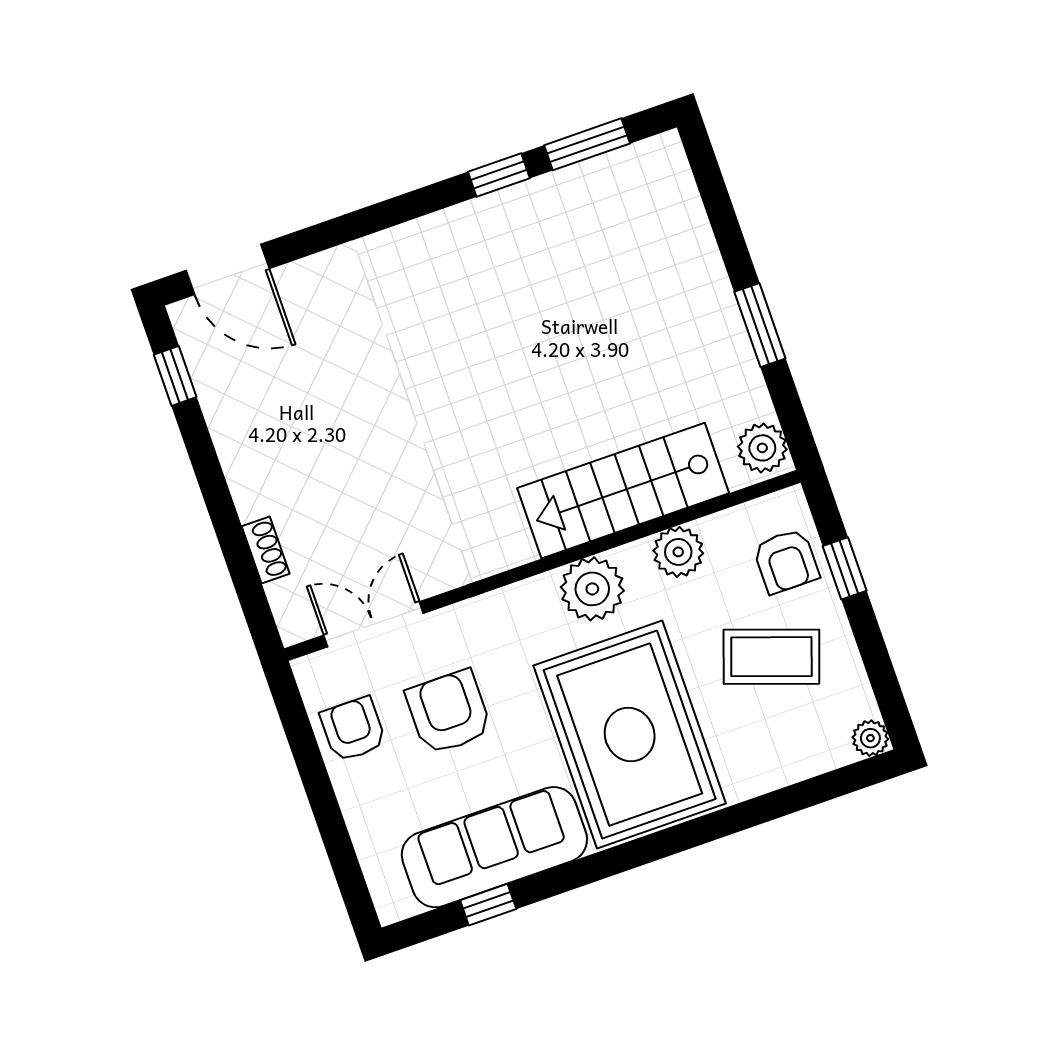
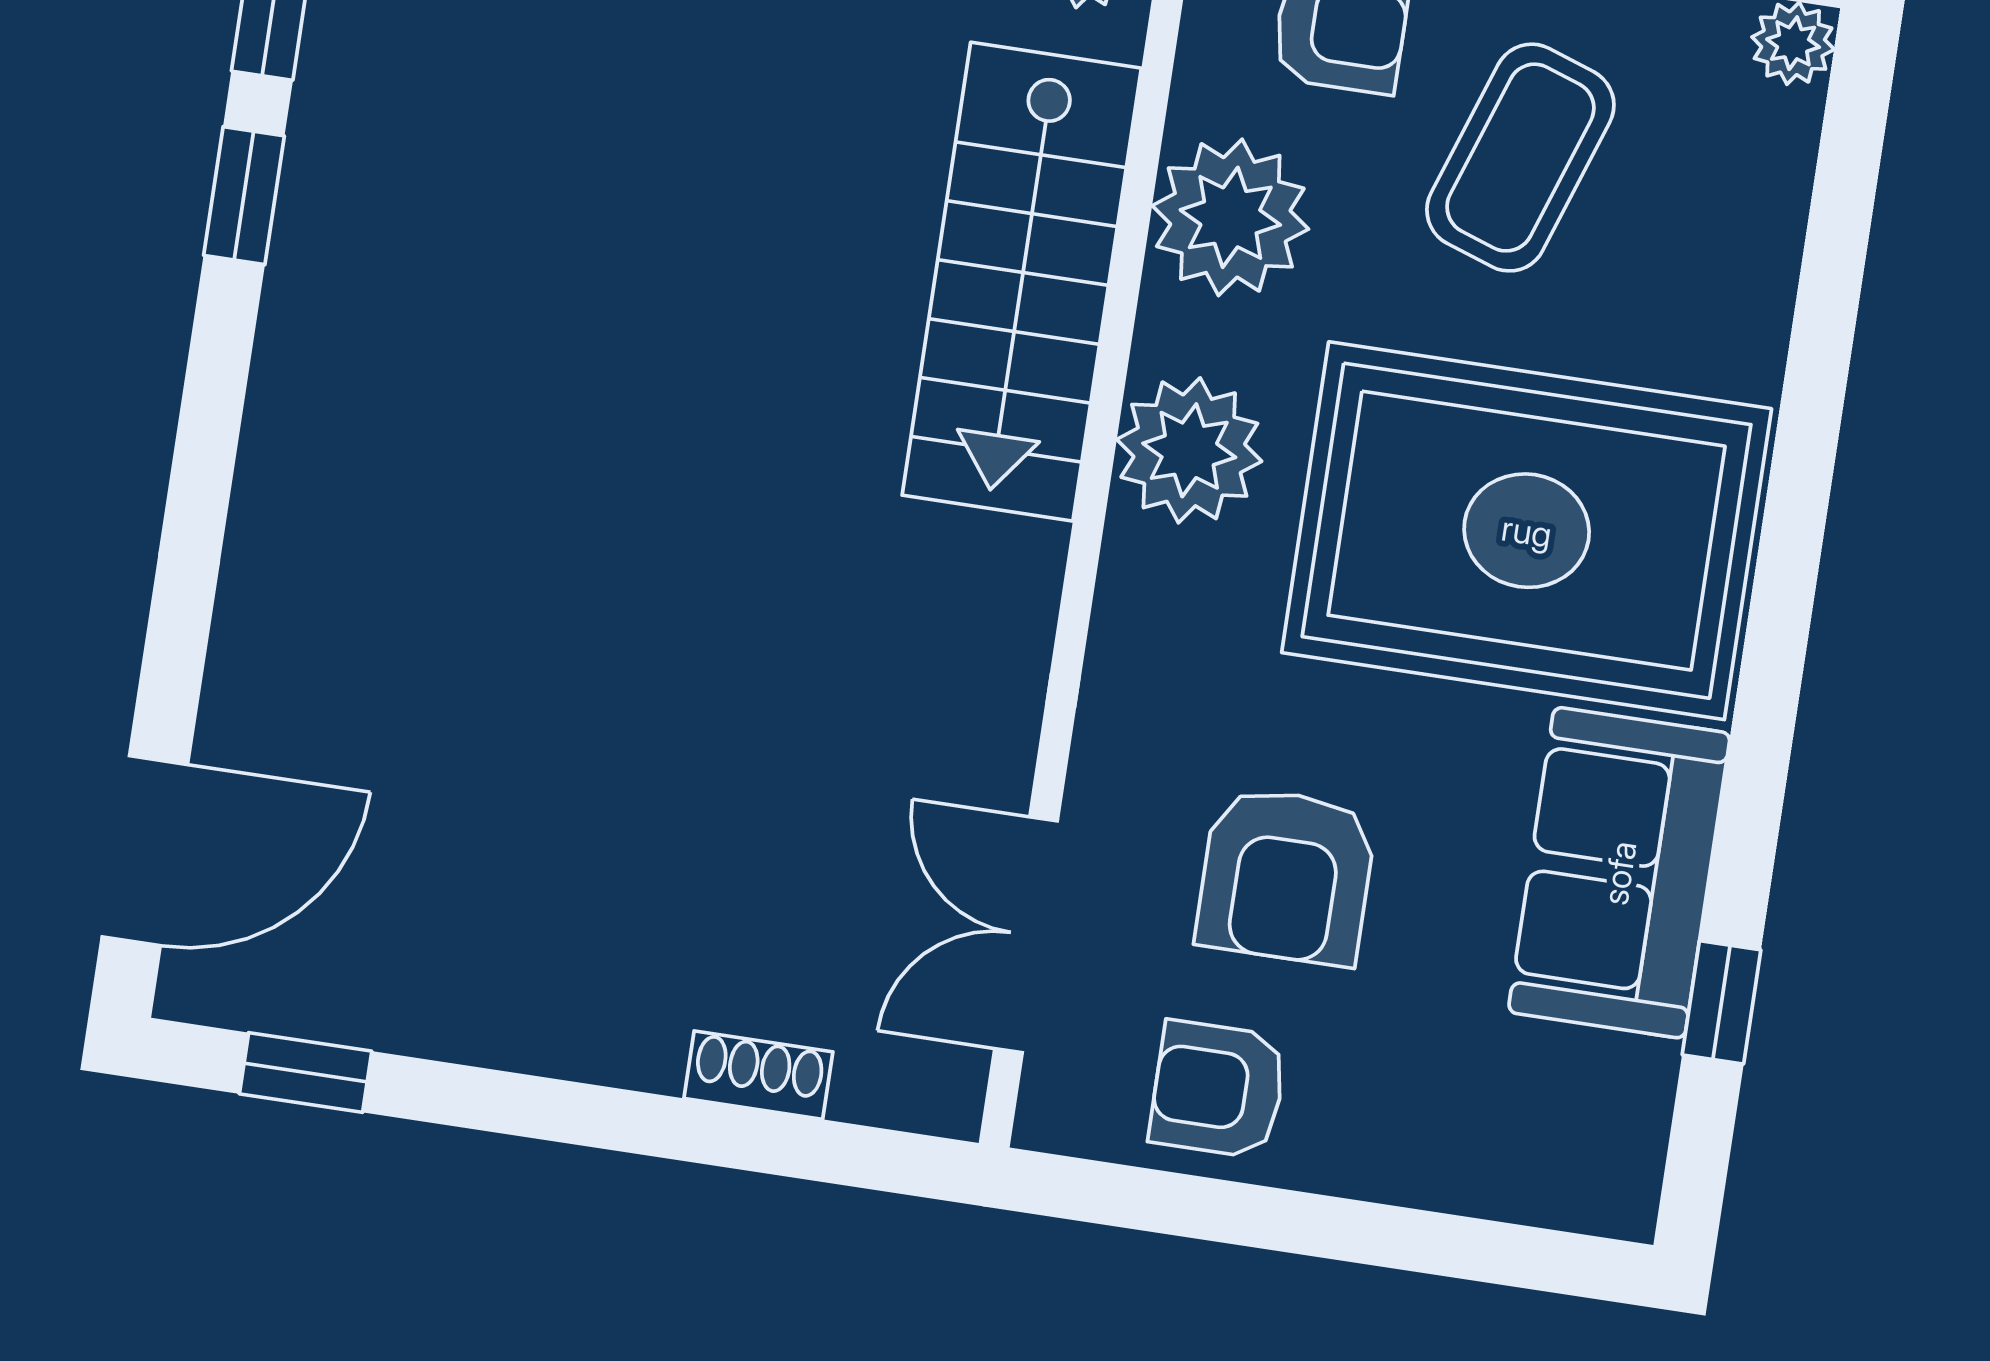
plant: (678, 552) -> (1230, 217), width x1.36, depth x1.36
armchair: (449, 712) -> (1286, 876), turned -90
sofa: (494, 847) -> (1619, 873), width x0.73

